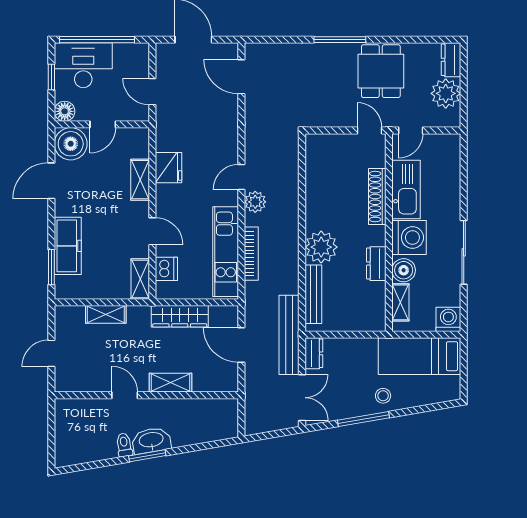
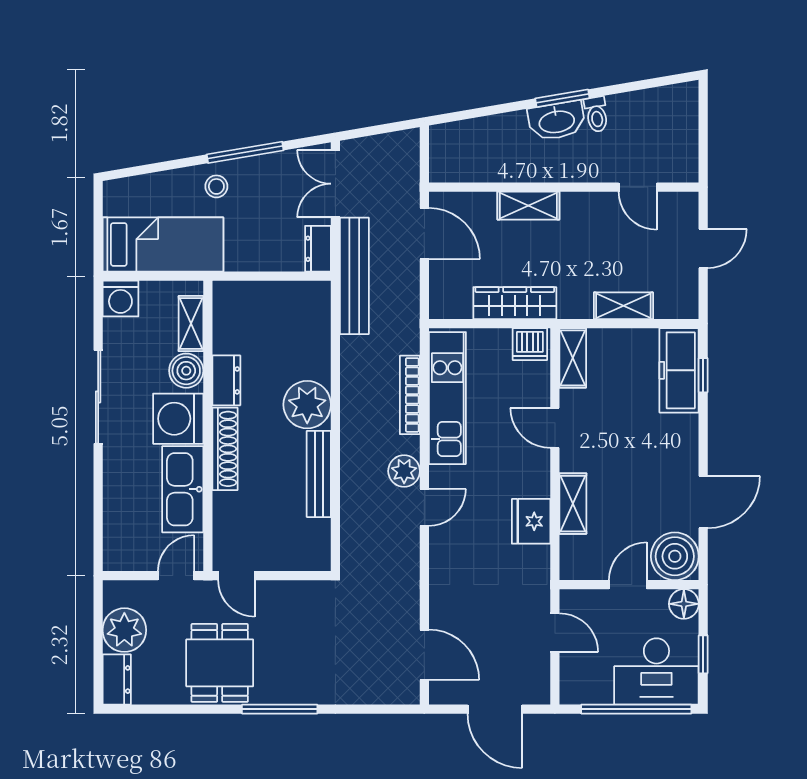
shoe rack: (377, 197) -> (225, 449), moved
freezer: (68, 246) -> (679, 370), moved
window: (51, 267) -> (703, 375), width x0.67
dishwasher: (166, 269) -> (530, 344), moved, turned -90
bench: (313, 294) -> (319, 474), moved
door: (241, 345) -> (424, 234), moved
door: (125, 395) -> (638, 187), moved

